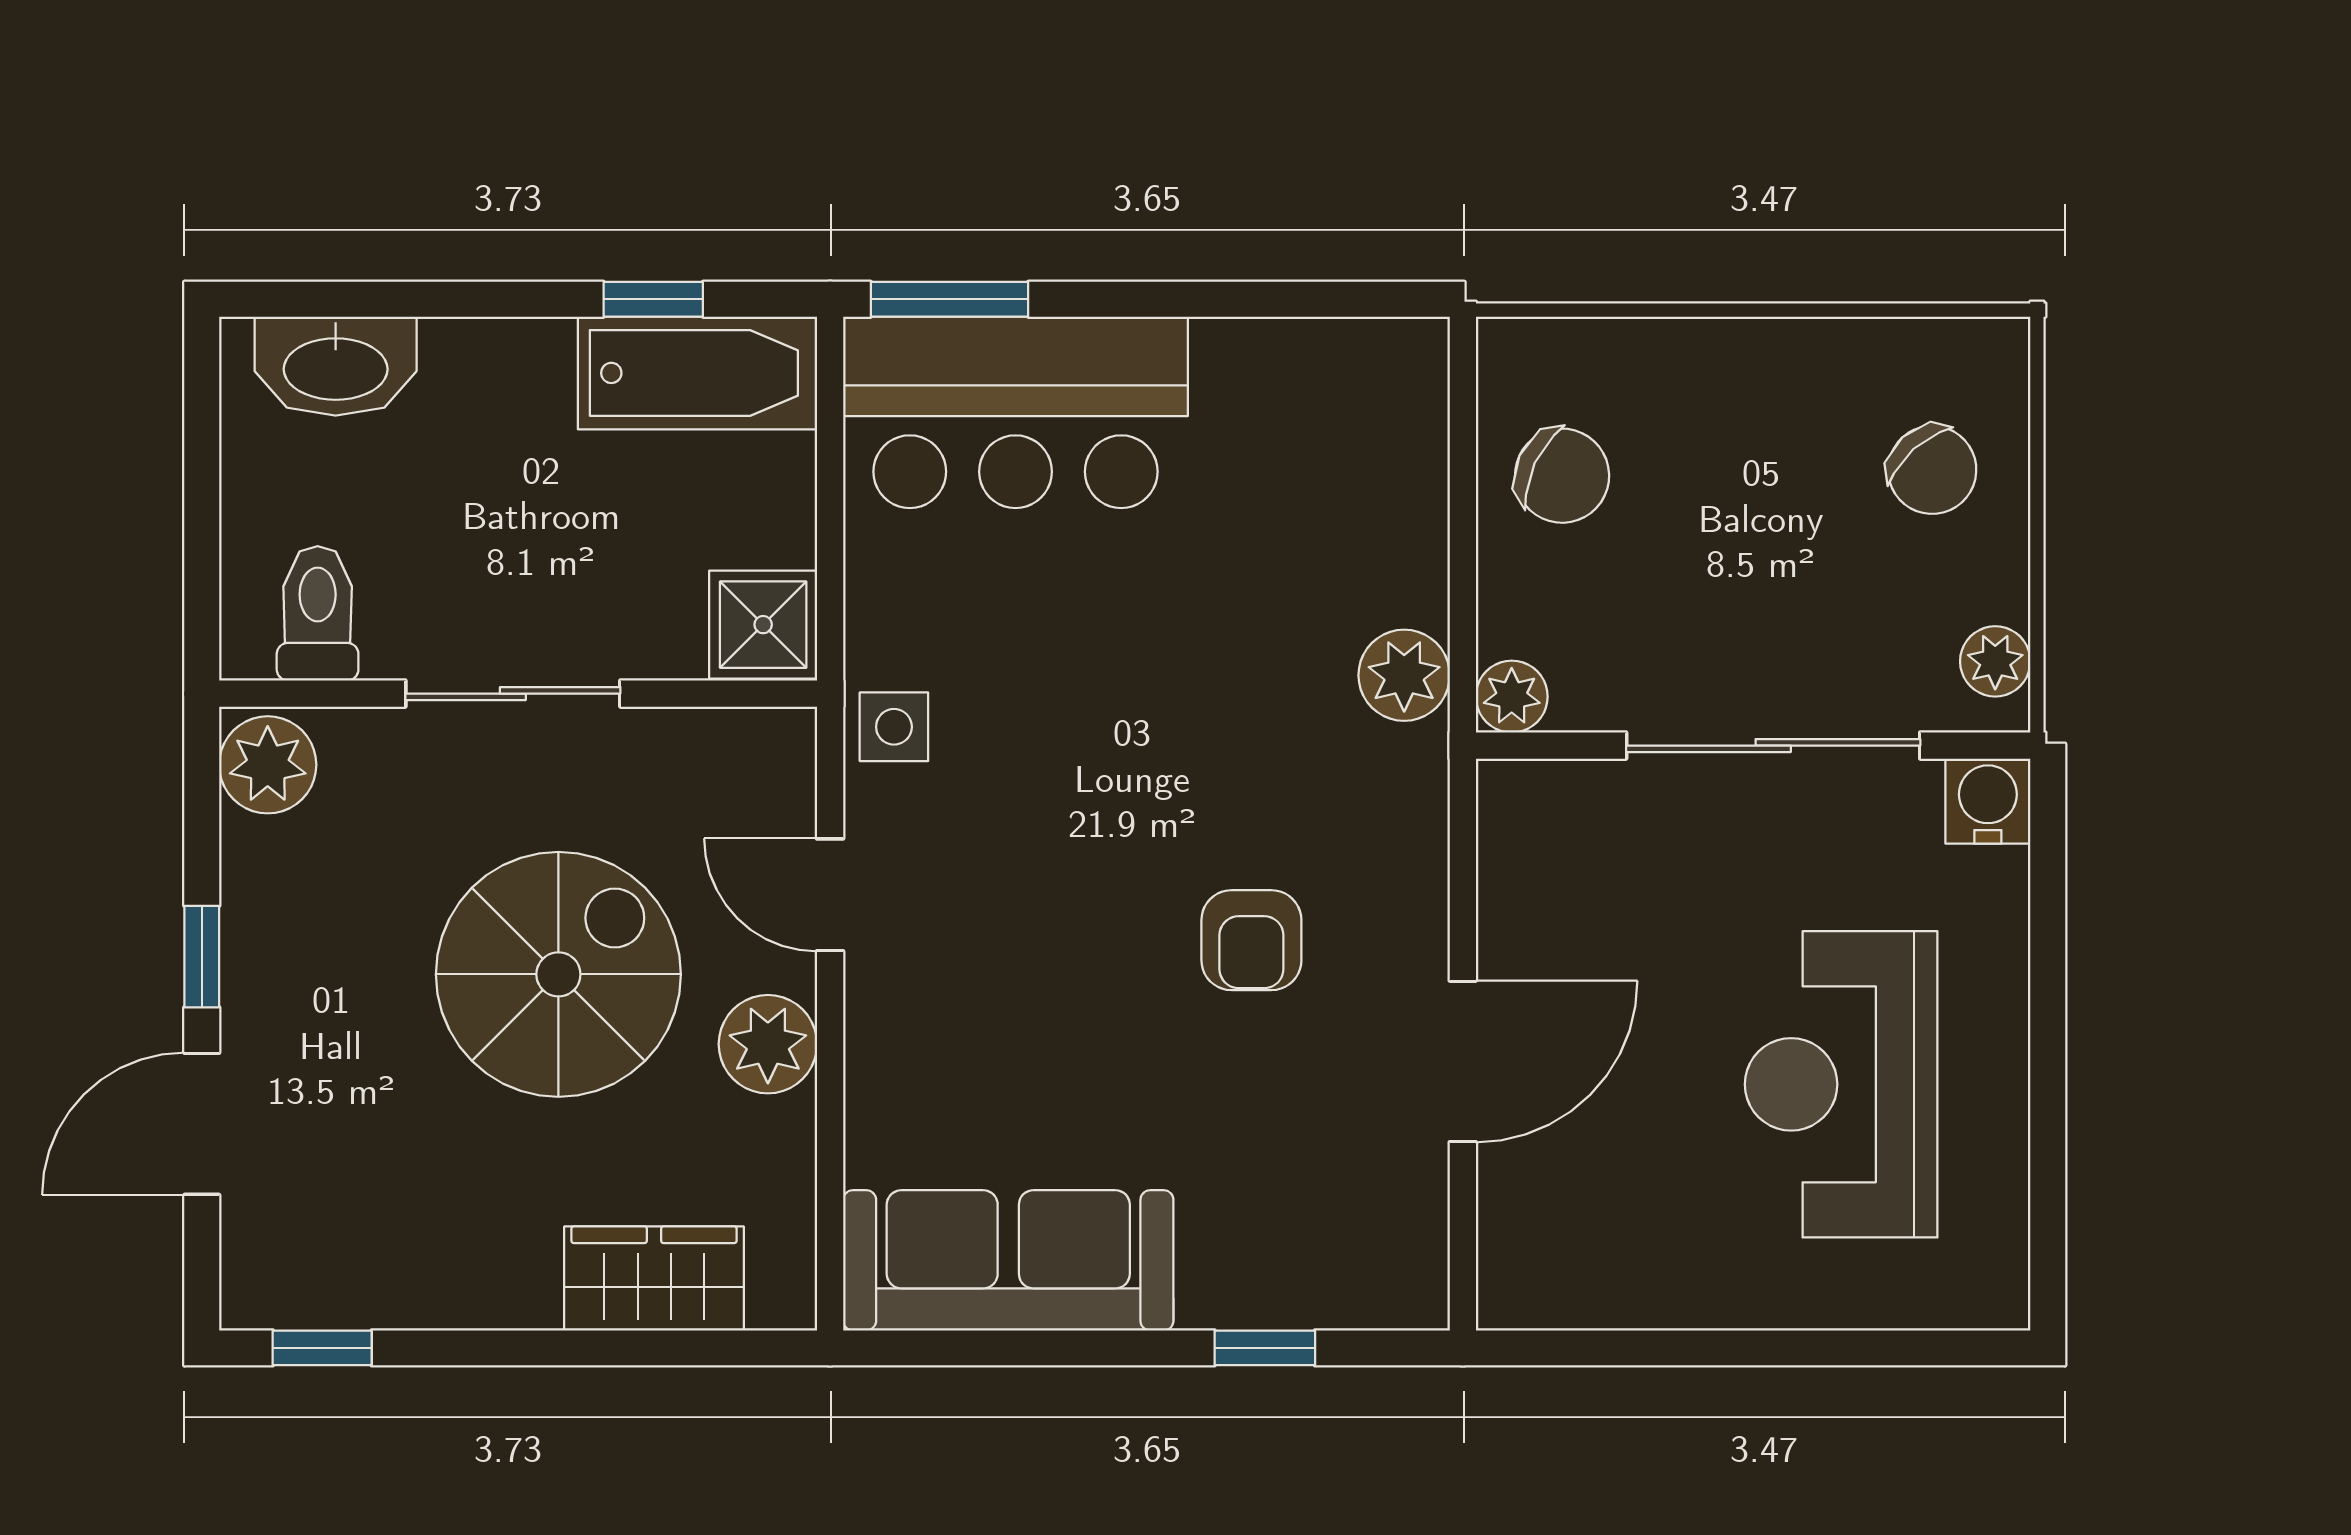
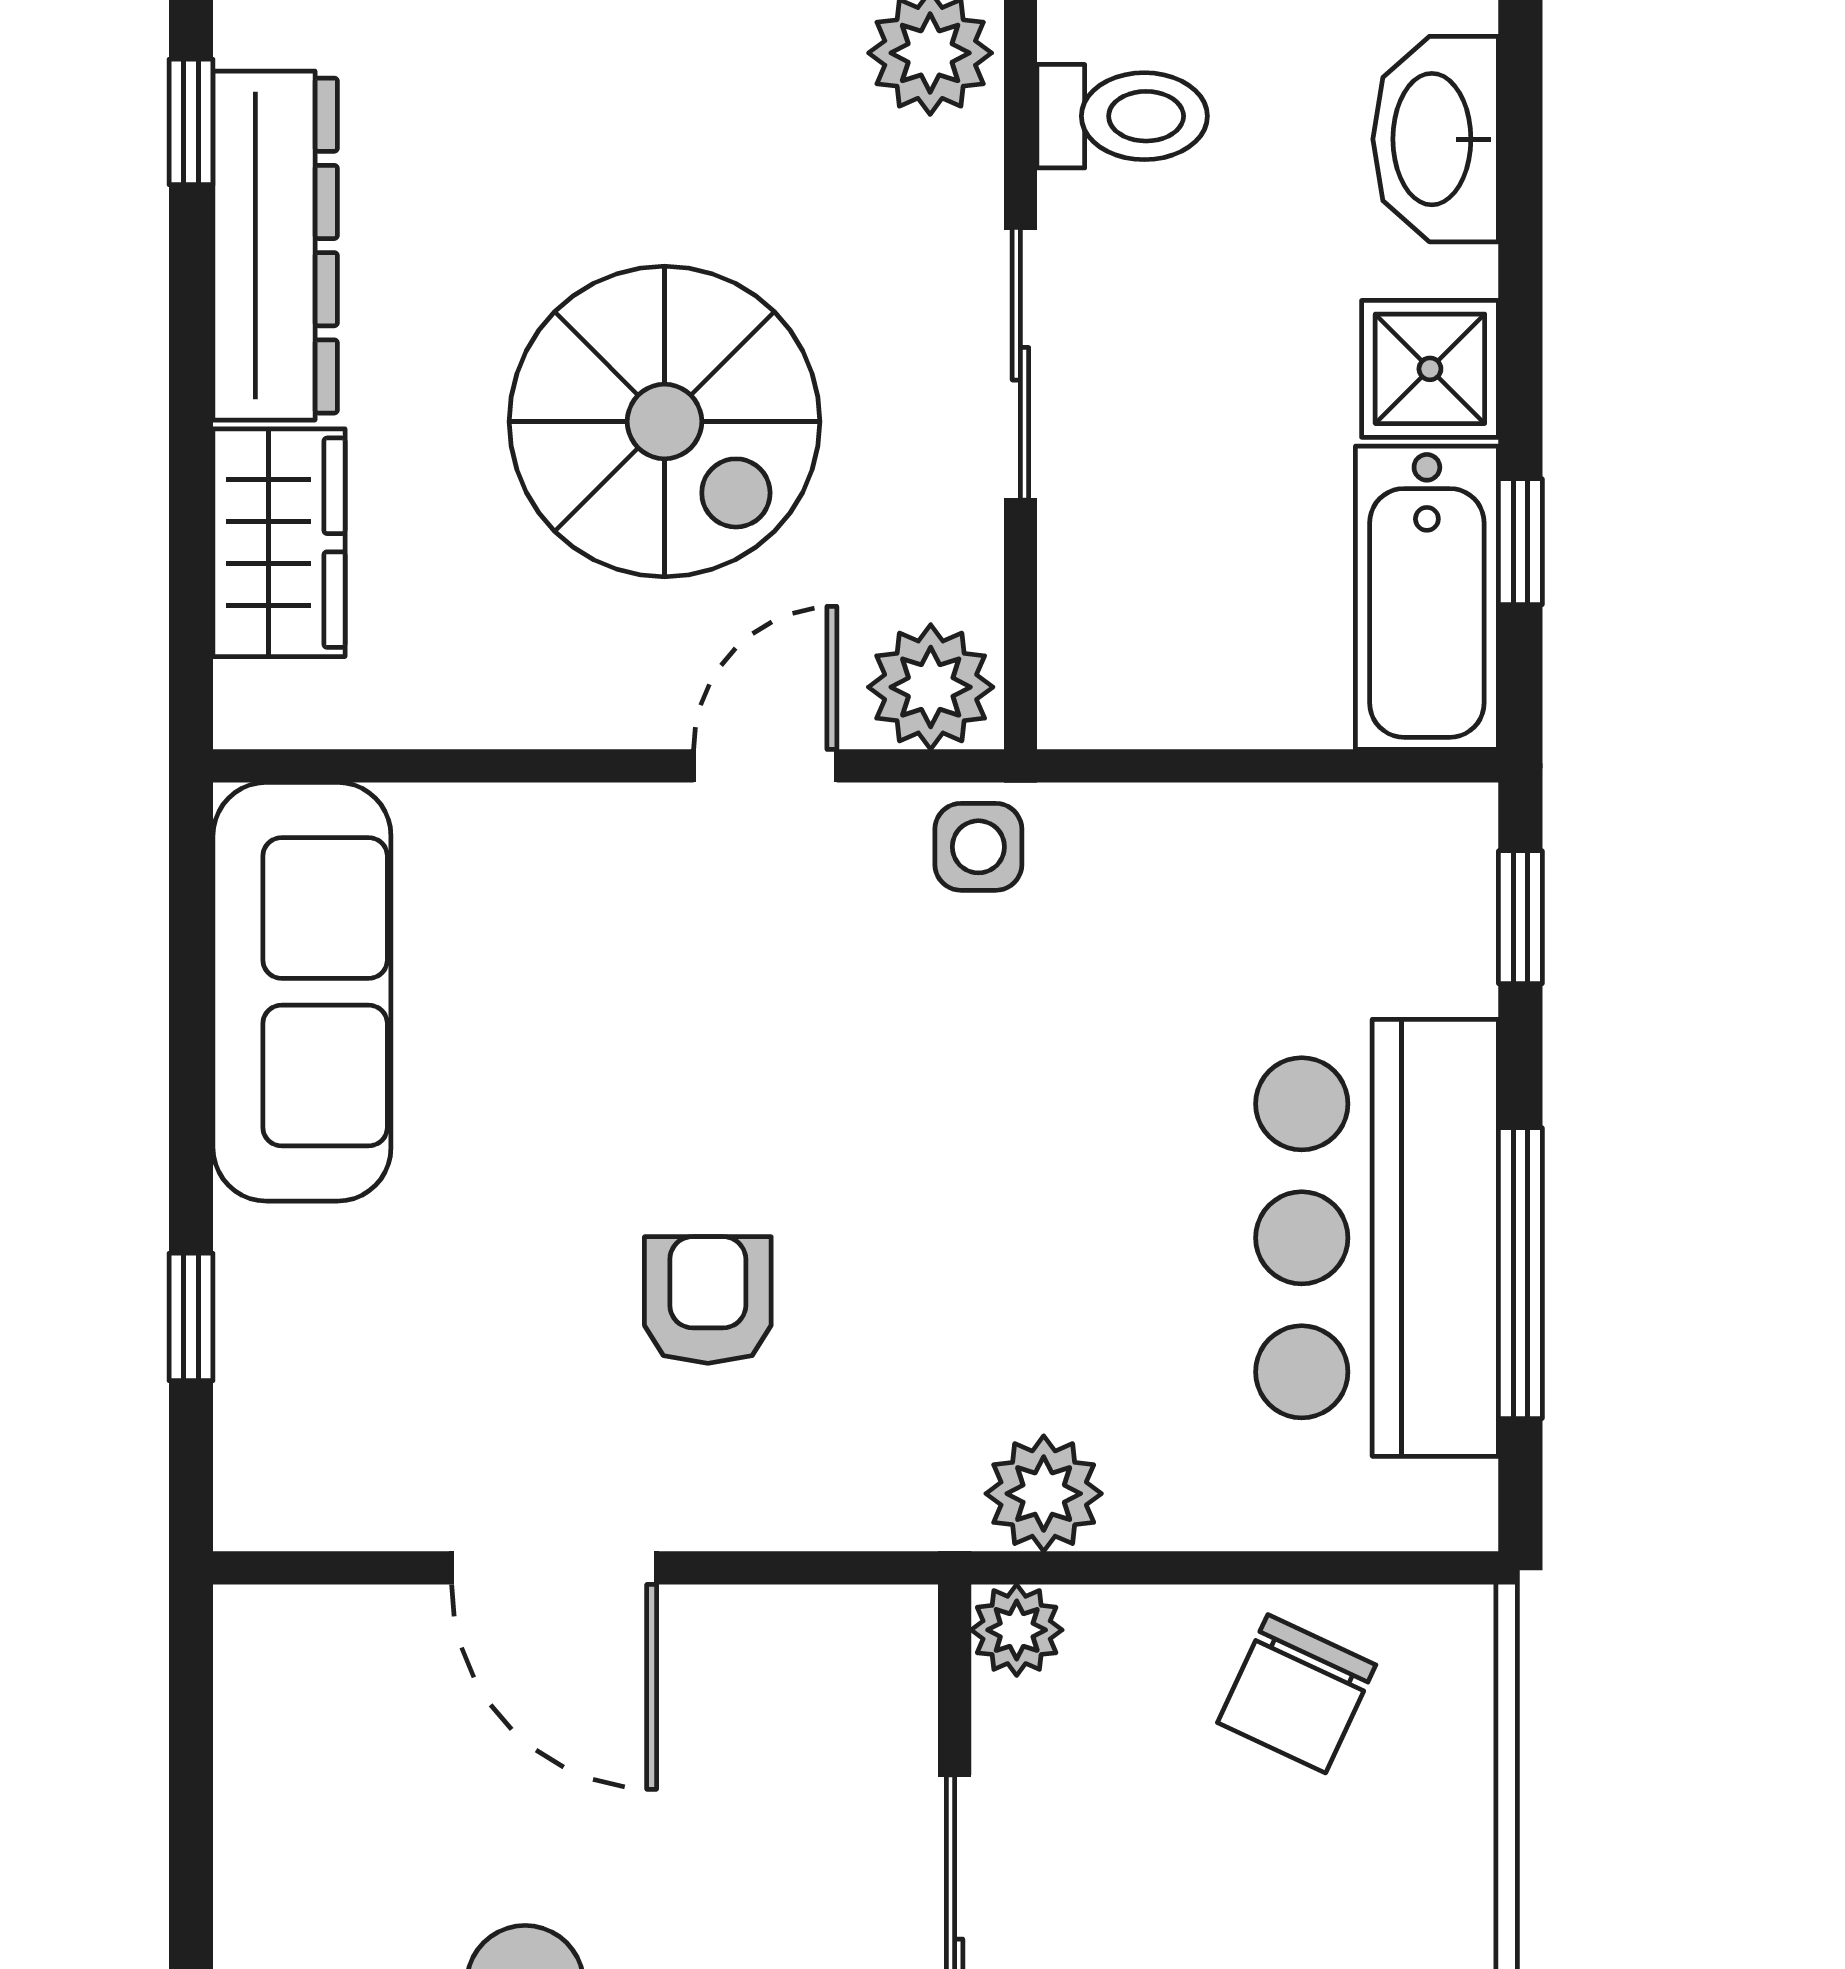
window: (949, 299) -> (1520, 917), width x0.67
window: (1230, 299) -> (1520, 1273), added
bar counter: (1015, 412) -> (1377, 1238), moved
shower: (763, 625) -> (1430, 369), moved
armchair: (1251, 940) -> (708, 1300), turned 90
plant: (768, 1044) -> (931, 687), moved
dresser: (420, 1281) -> (275, 246), added

